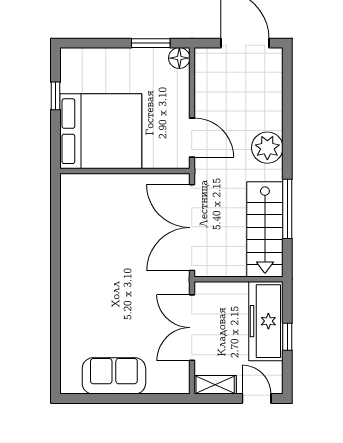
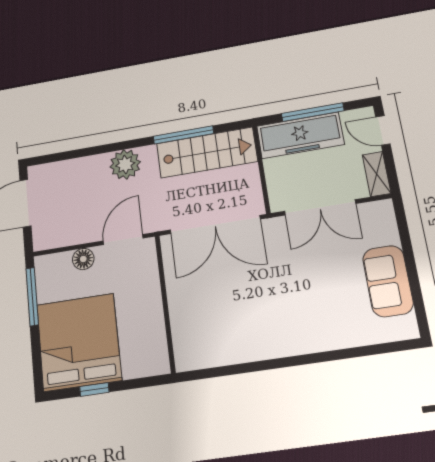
window: (151, 43) -> (32, 296), width x1.44
floor lamp: (179, 58) -> (83, 259), moved
bed: (101, 131) -> (79, 342), moved
window: (287, 337) -> (313, 112), width x2.17
door: (257, 398) -> (383, 130), hinge flipped

